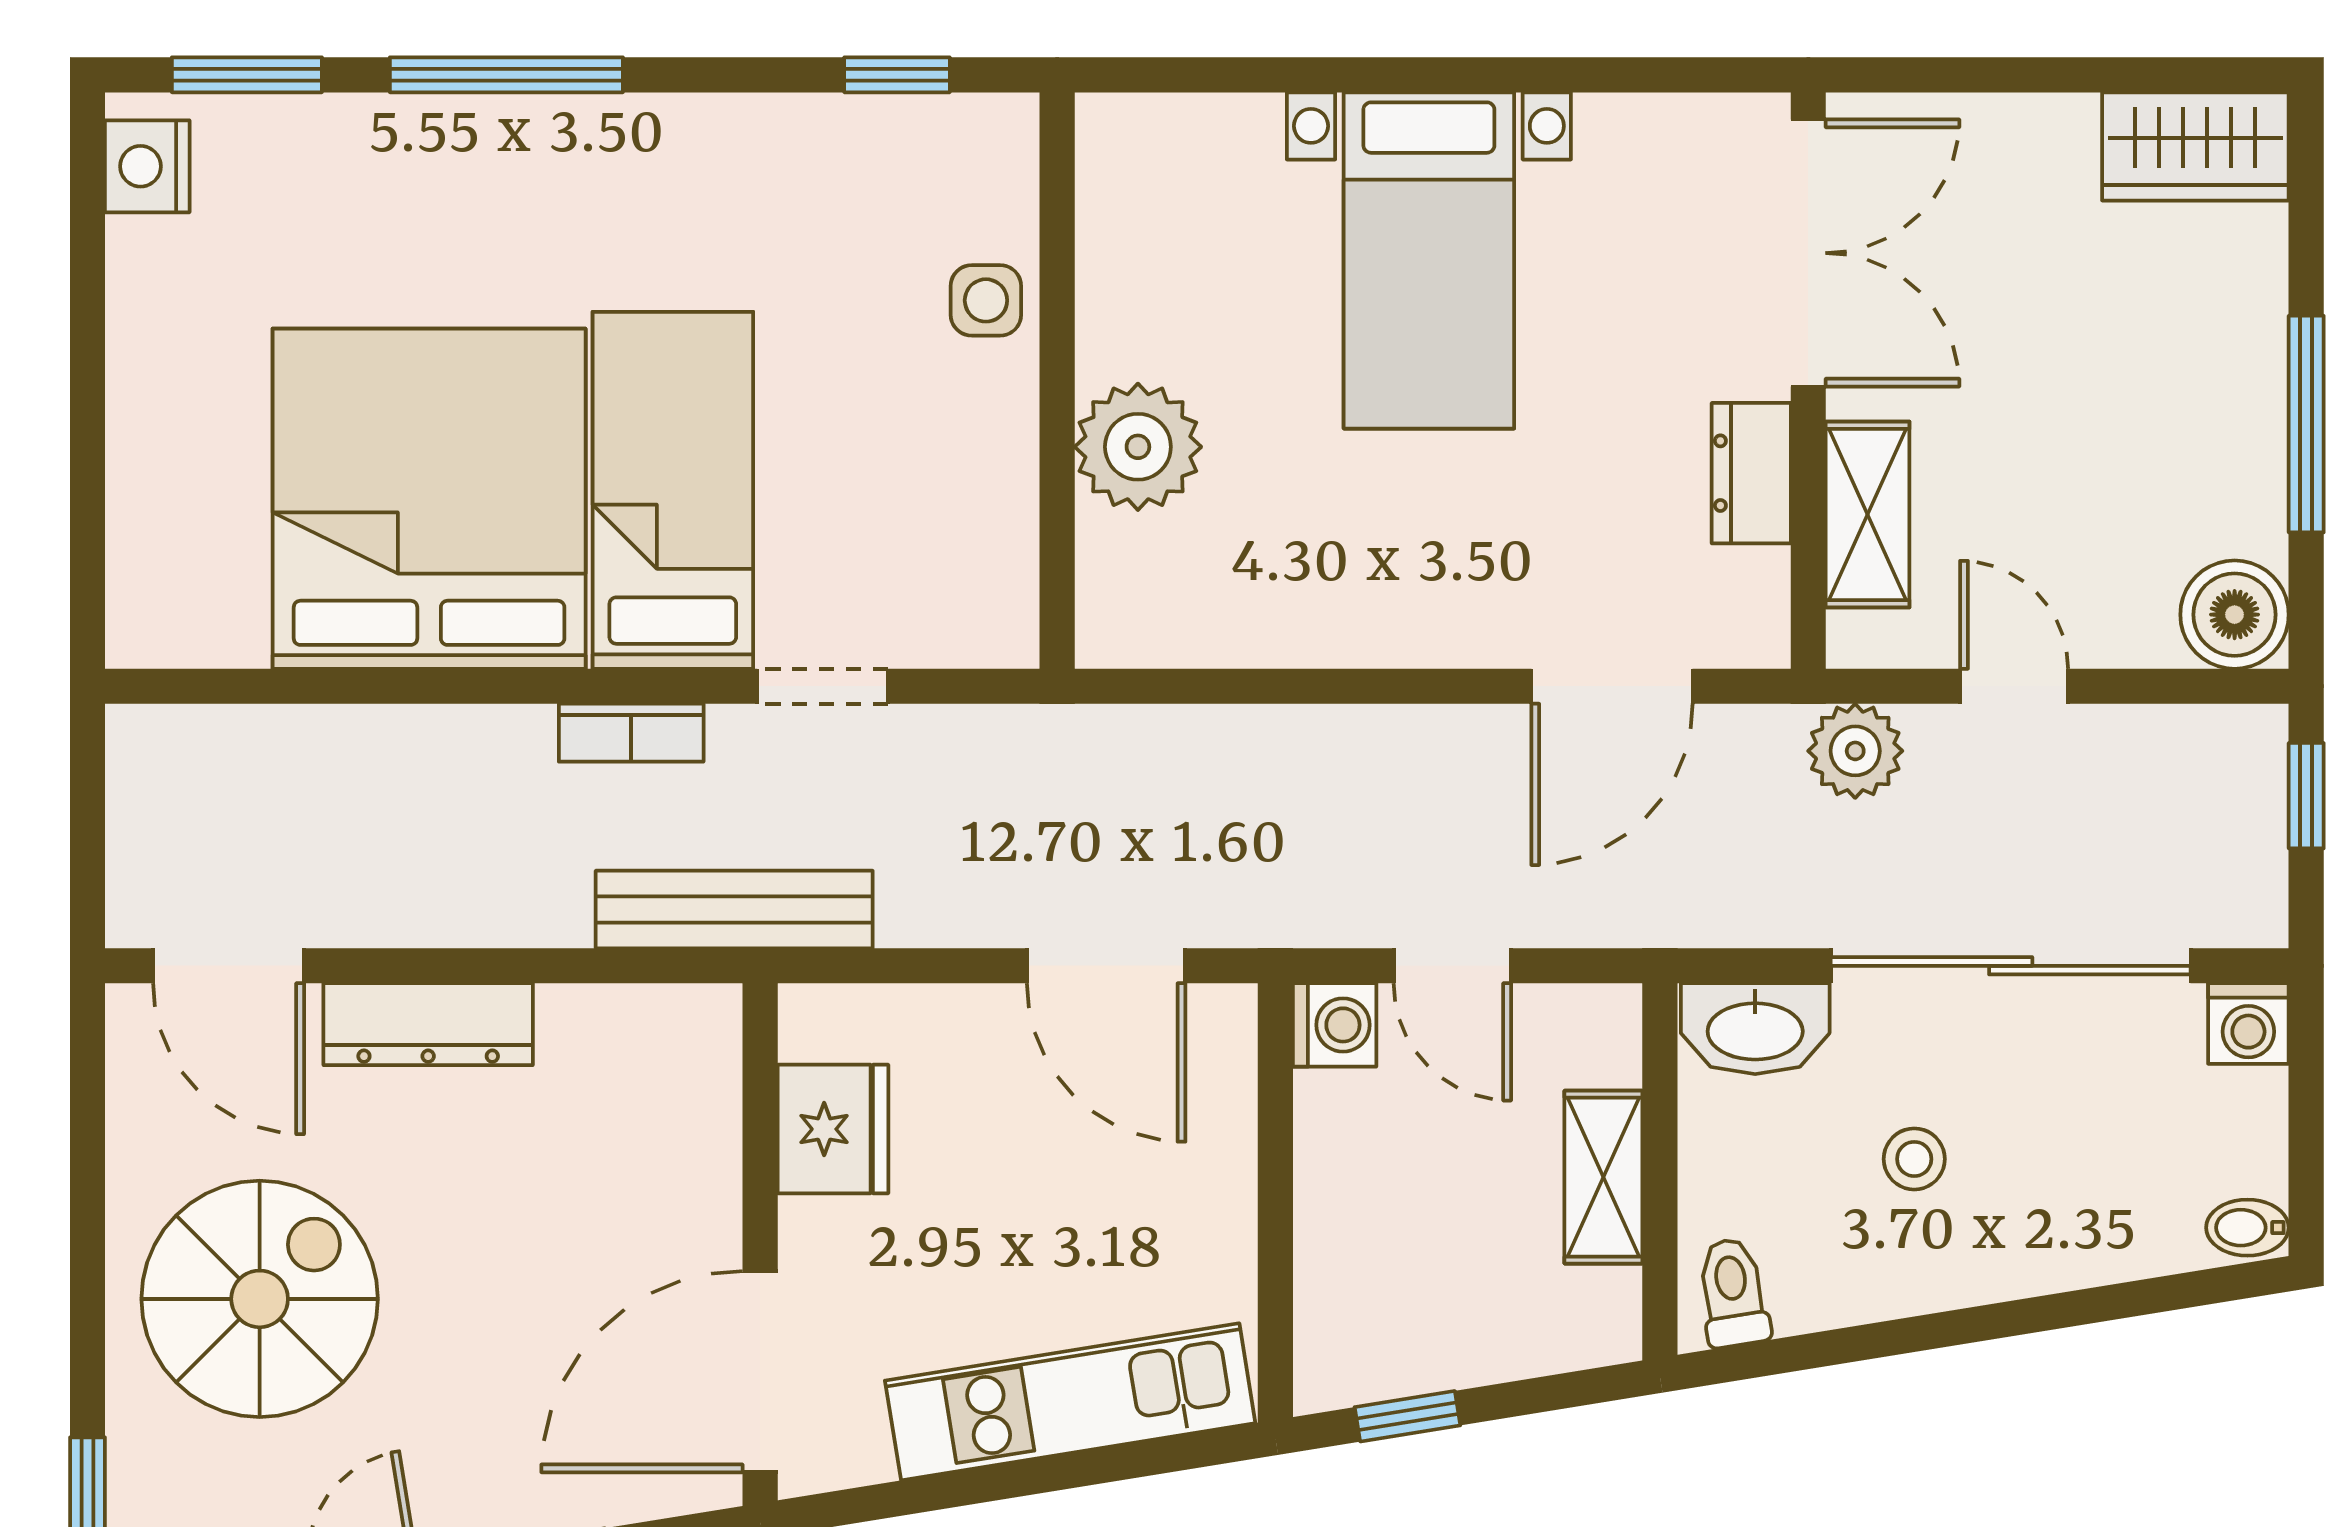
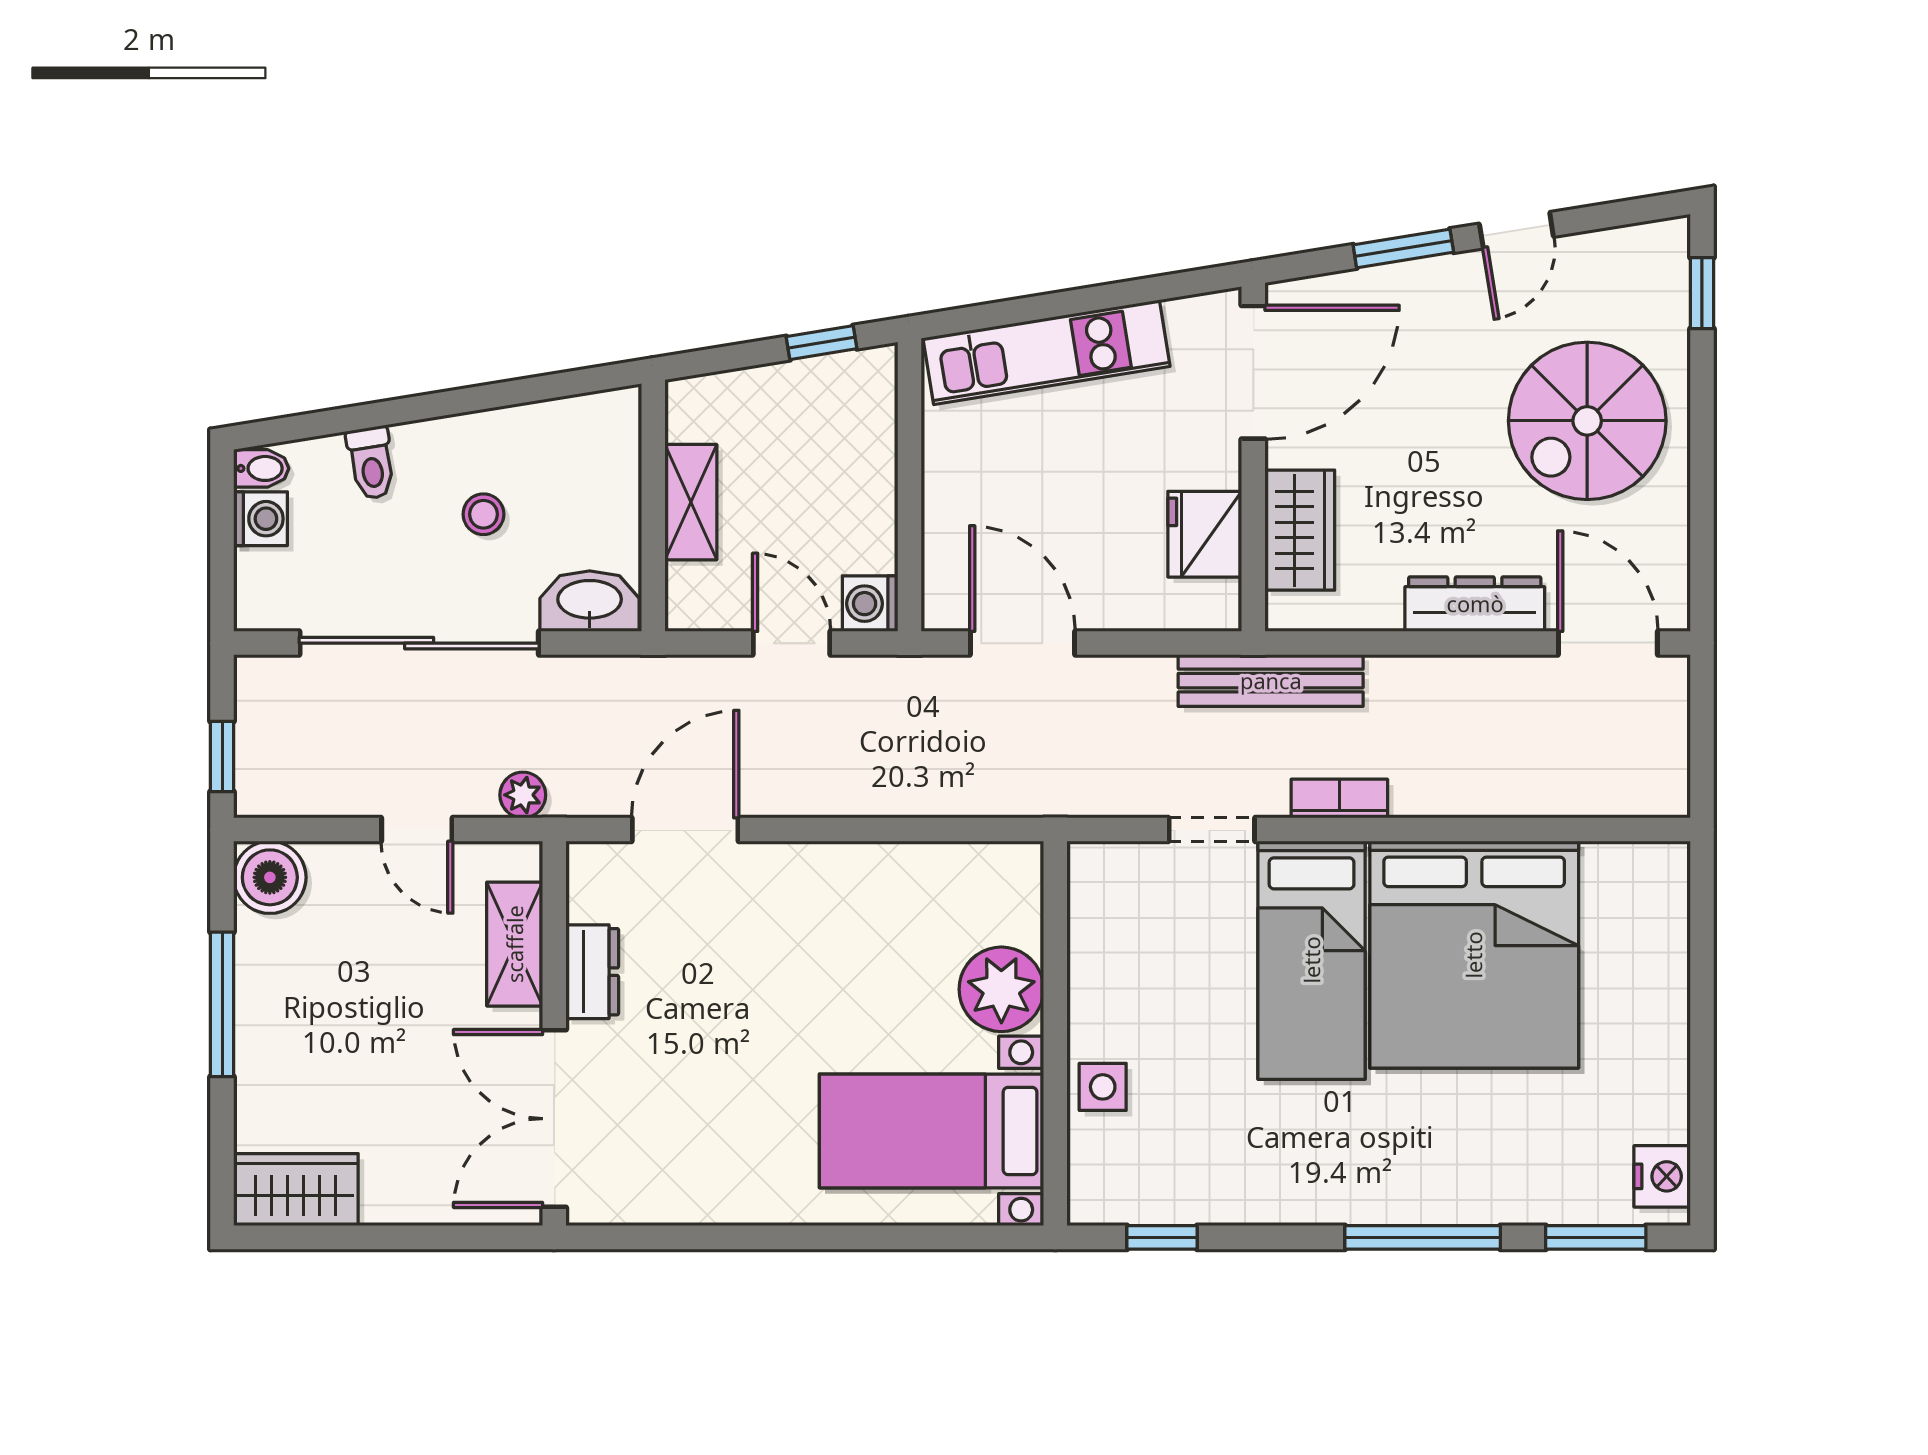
bed with nightstands: (1429, 260) -> (931, 1131), moved, turned -90
plant: (1855, 751) -> (523, 795), width x0.73, depth x0.73
washing machine: (2248, 1024) -> (261, 519), moved, turned 90
wardrobe: (690, 1135) -> (1300, 530), added
toilet: (1733, 1293) -> (371, 463), moved

